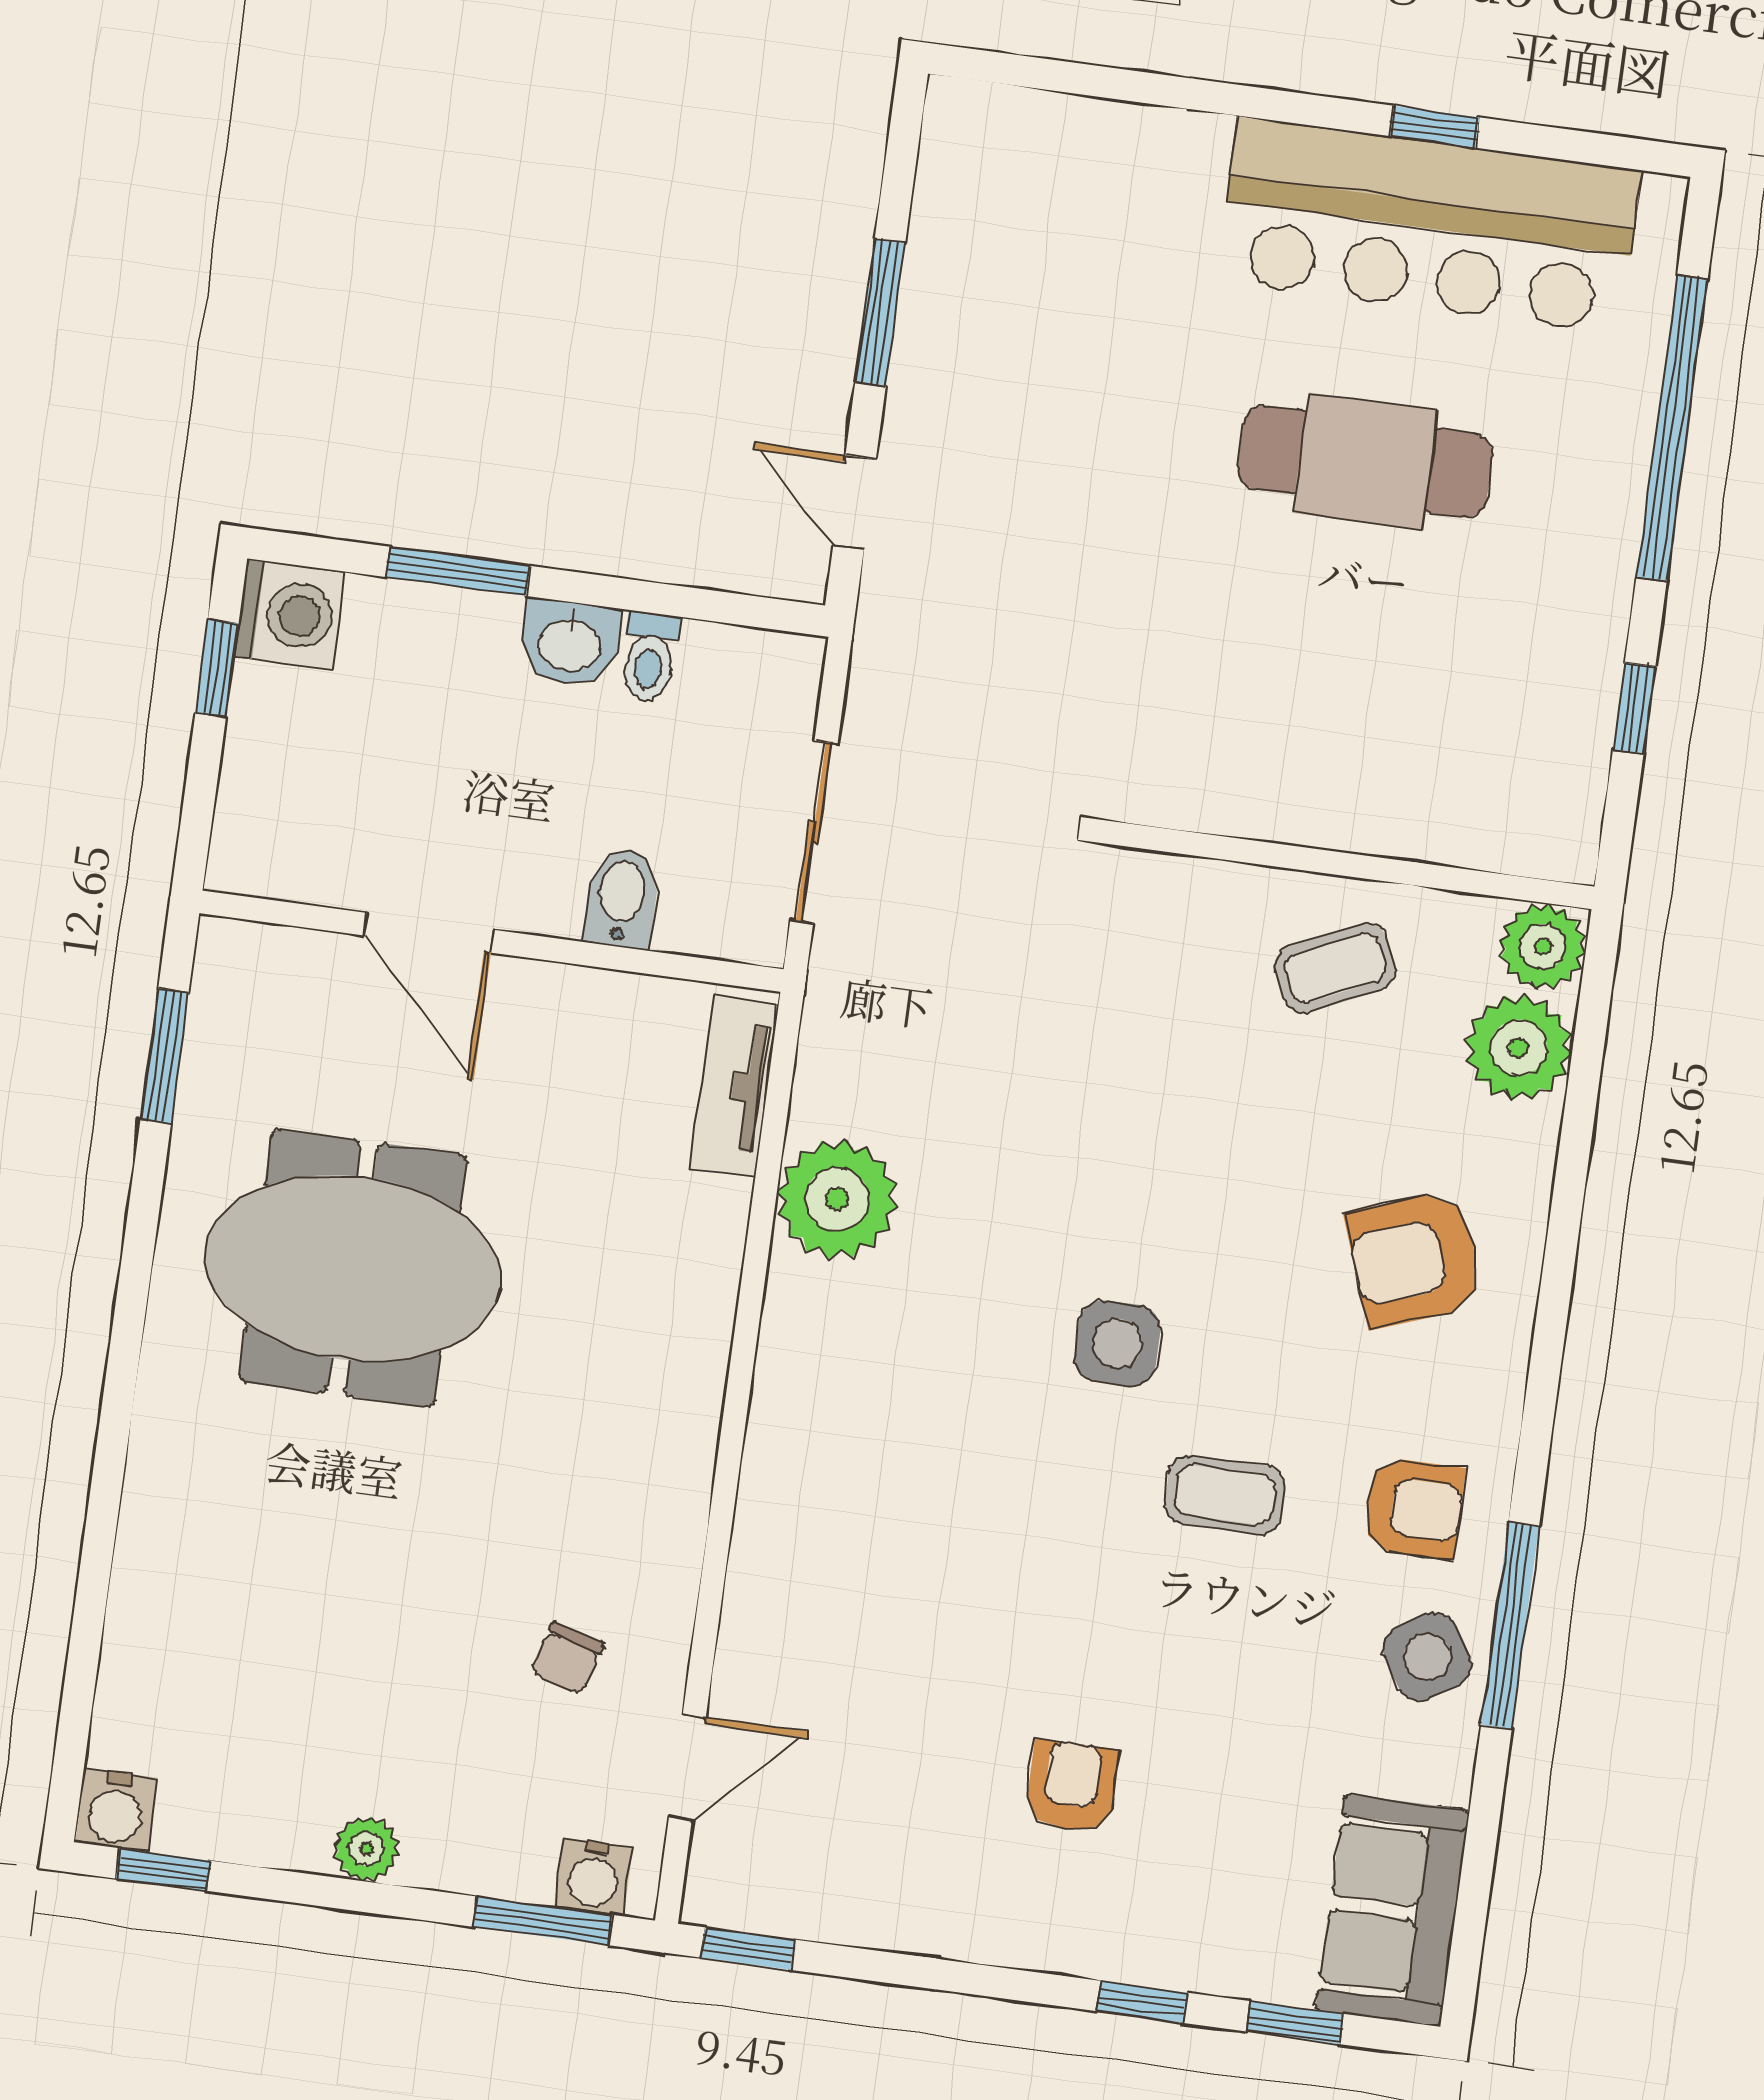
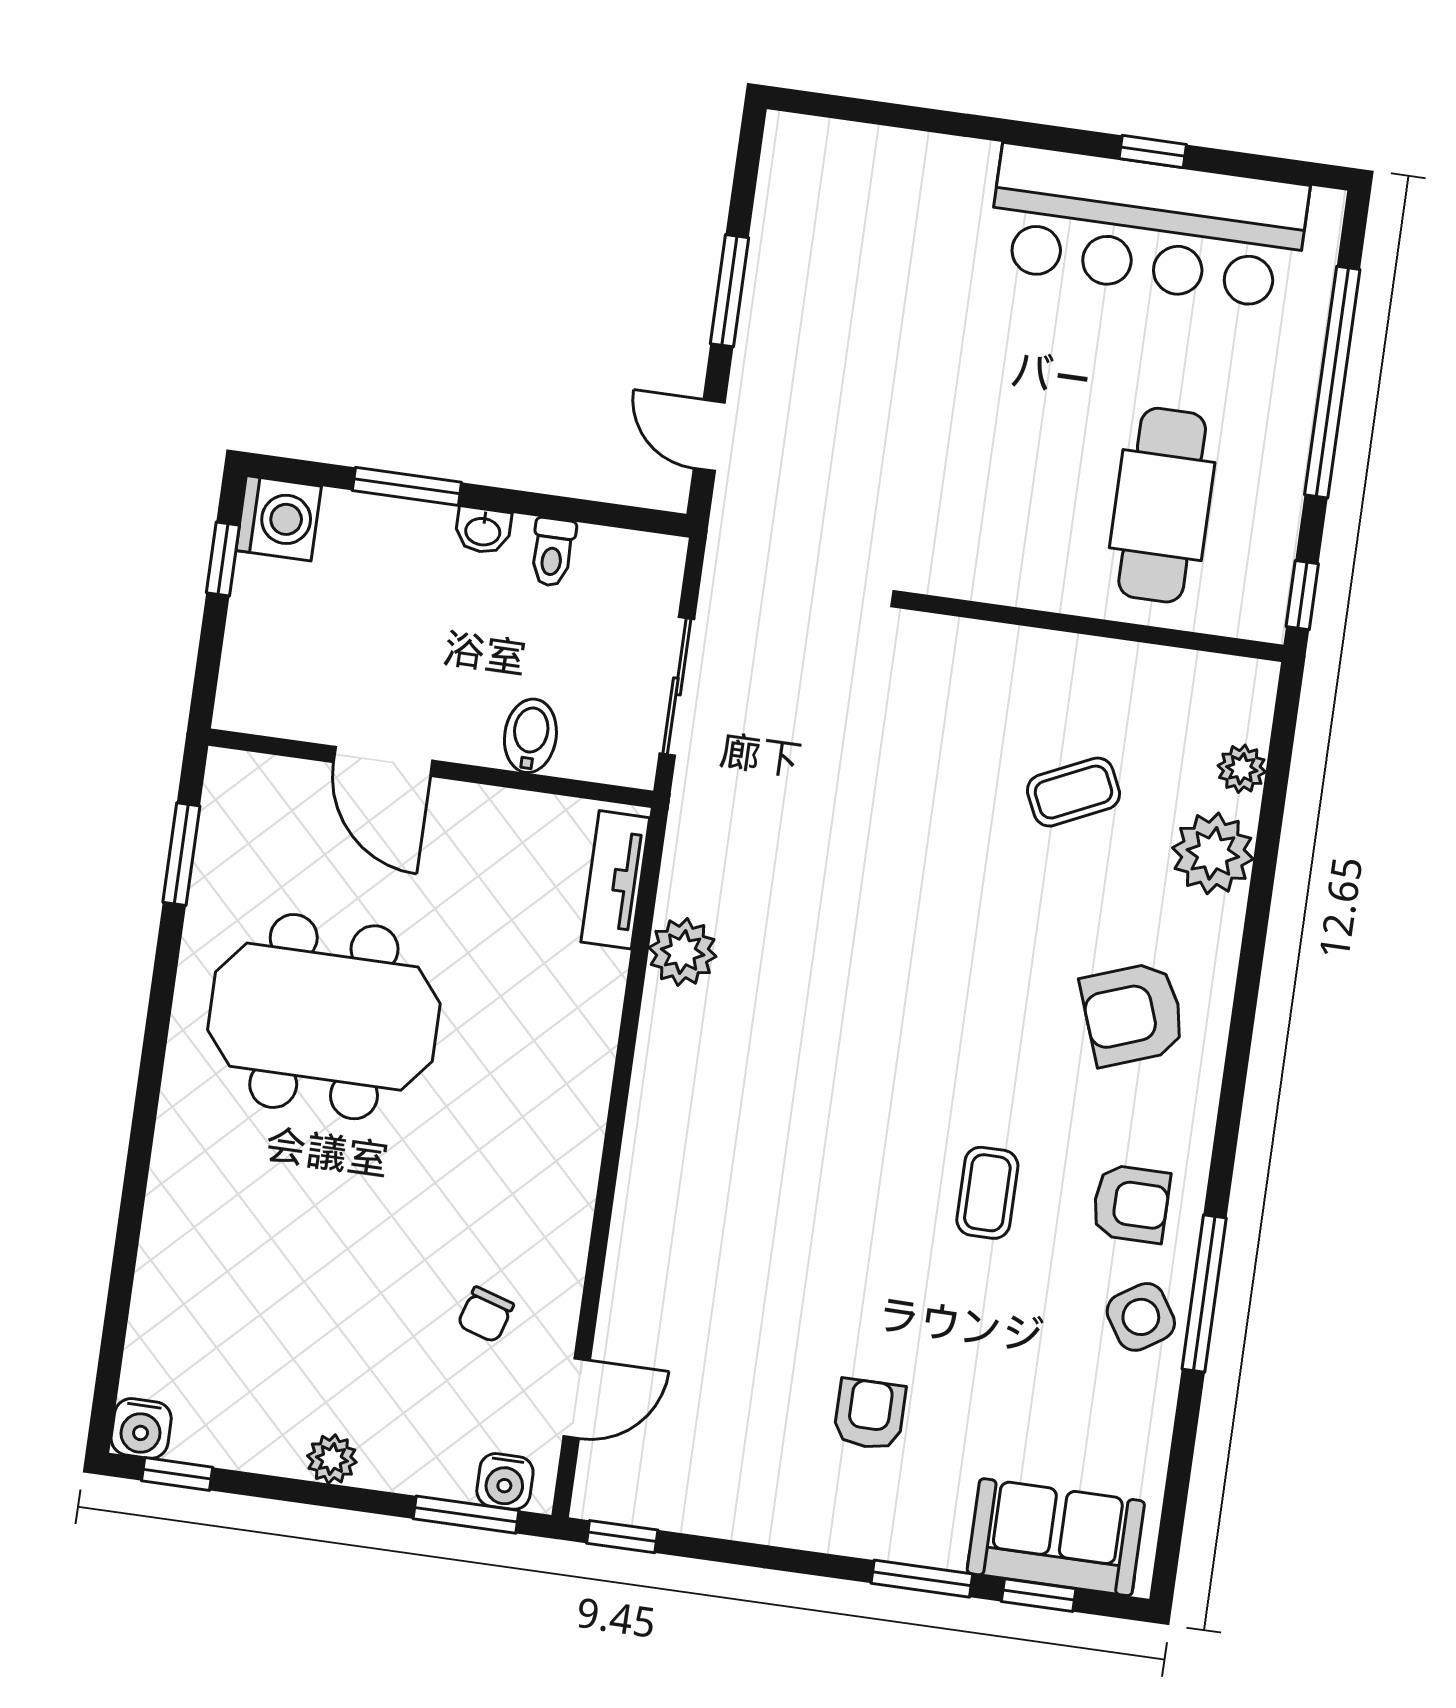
cafe table: (1365, 461) -> (1162, 505), moved, turned 90
washbasin: (570, 643) -> (483, 530), width x0.72, depth x0.69
wall: (1348, 865) -> (1096, 627), moved
plant: (1543, 947) -> (1242, 769), width x0.73, depth x0.73
plant: (837, 1199) -> (683, 952), width x0.73, depth x0.73
side table: (1117, 1343) -> (906, 1077), removed
coffee table: (1225, 1495) -> (987, 1193), turned 90
sofa: (1392, 1910) -> (1056, 1537), moved, turned 90
window: (1142, 2002) -> (922, 1579), width x1.50

